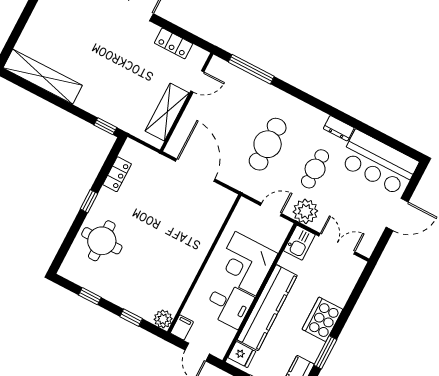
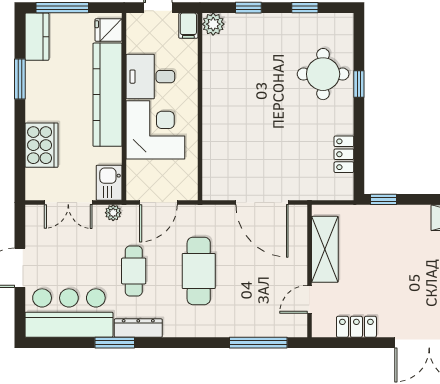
window: (356, 124) -> (115, 343), added
dresser: (339, 128) -> (138, 328), width x1.44
window: (89, 201) -> (359, 84), moved
door: (271, 210) -> (158, 203), width x1.38
plant: (305, 211) -> (113, 213), width x0.53, depth x0.53
cooker: (322, 319) -> (42, 145), moved

